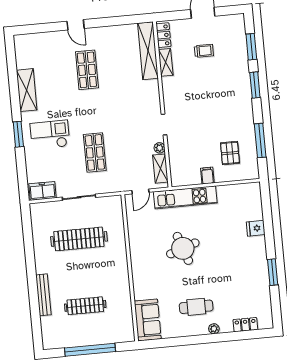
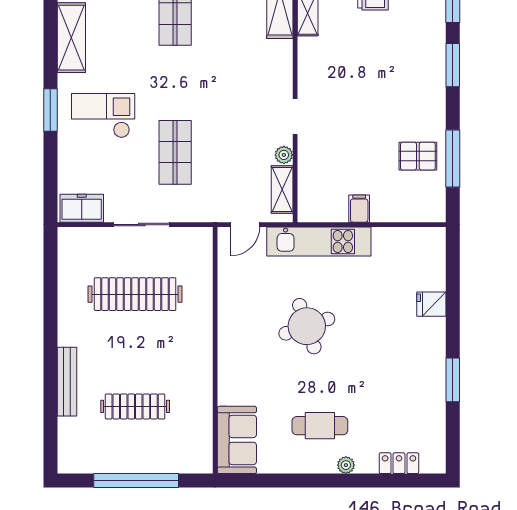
pallet: (230, 153) -> (418, 156), moved, turned 90

